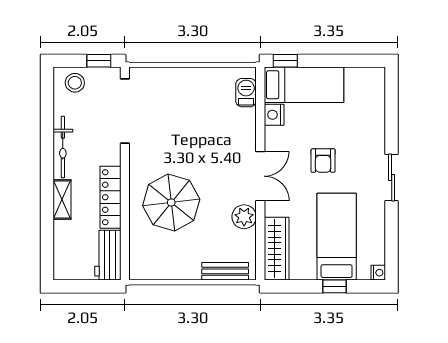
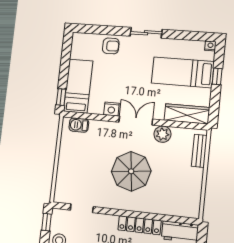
doorway: (125, 111) -> (82, 208), width x0.53
nightstand: (274, 115) -> (111, 109), moved
armchair: (323, 161) -> (111, 46), moved
parasol: (171, 202) -> (131, 171), moved

